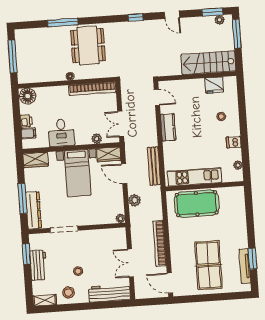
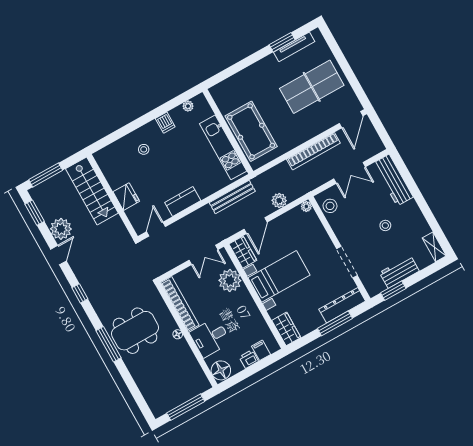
plant: (220, 20) -> (61, 229), moved, width x1.87, depth x1.87
window: (63, 22) -> (108, 344), moved
fridge: (214, 85) -> (126, 197), moved
desk: (61, 133) -> (210, 338), moved, turned 180
plant: (97, 139) -> (230, 281), width x1.87, depth x1.87
stool: (68, 292) -> (330, 206), moved

